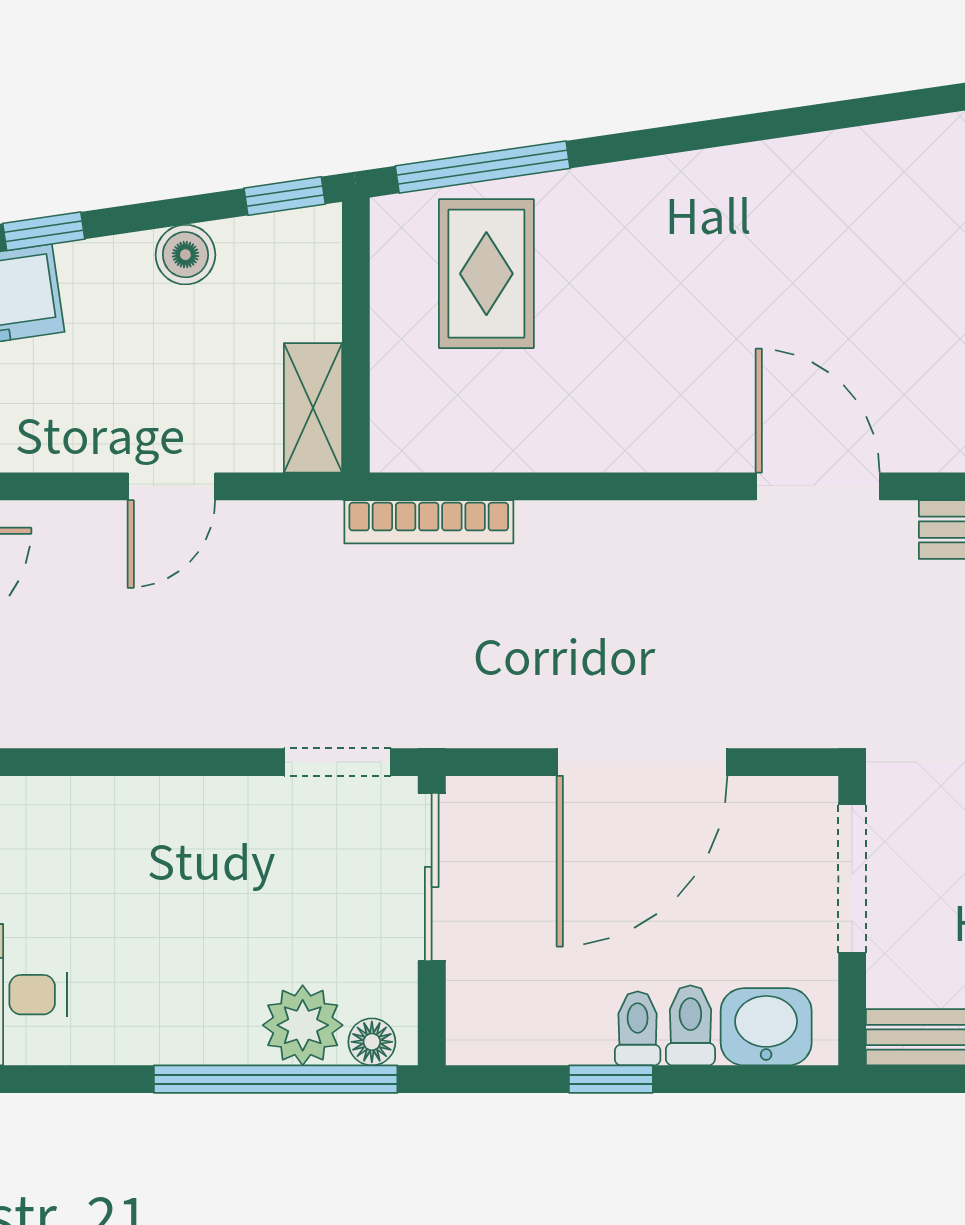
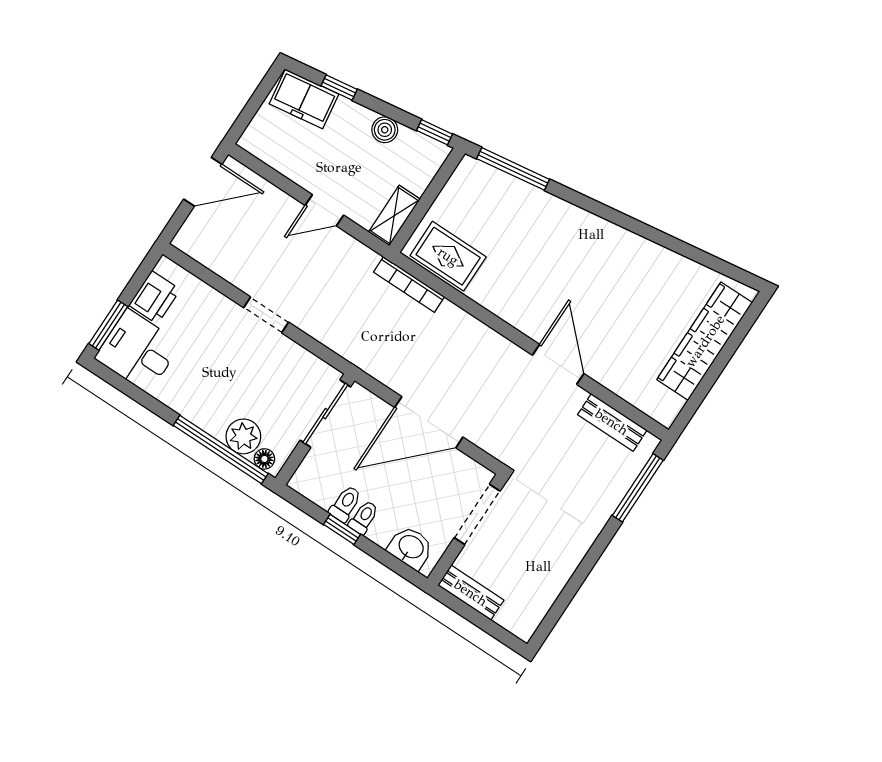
rug: (486, 274) -> (448, 256), moved, turned 90
doorway: (337, 762) -> (266, 315), moved
toilet: (690, 1025) -> (345, 504), moved

